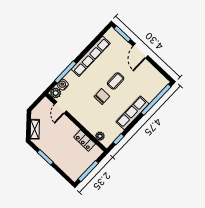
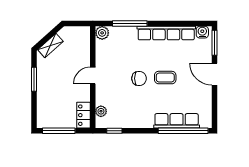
door: (140, 51) -> (214, 74), hinge flipped
water cooler: (63, 85) -> (202, 32), moved
door: (60, 108) -> (93, 76), moved
row of seats: (132, 113) -> (177, 121), moved
locker: (85, 141) -> (84, 115), moved

